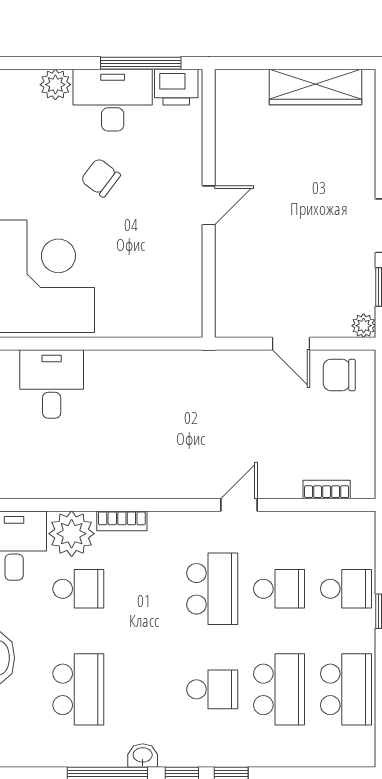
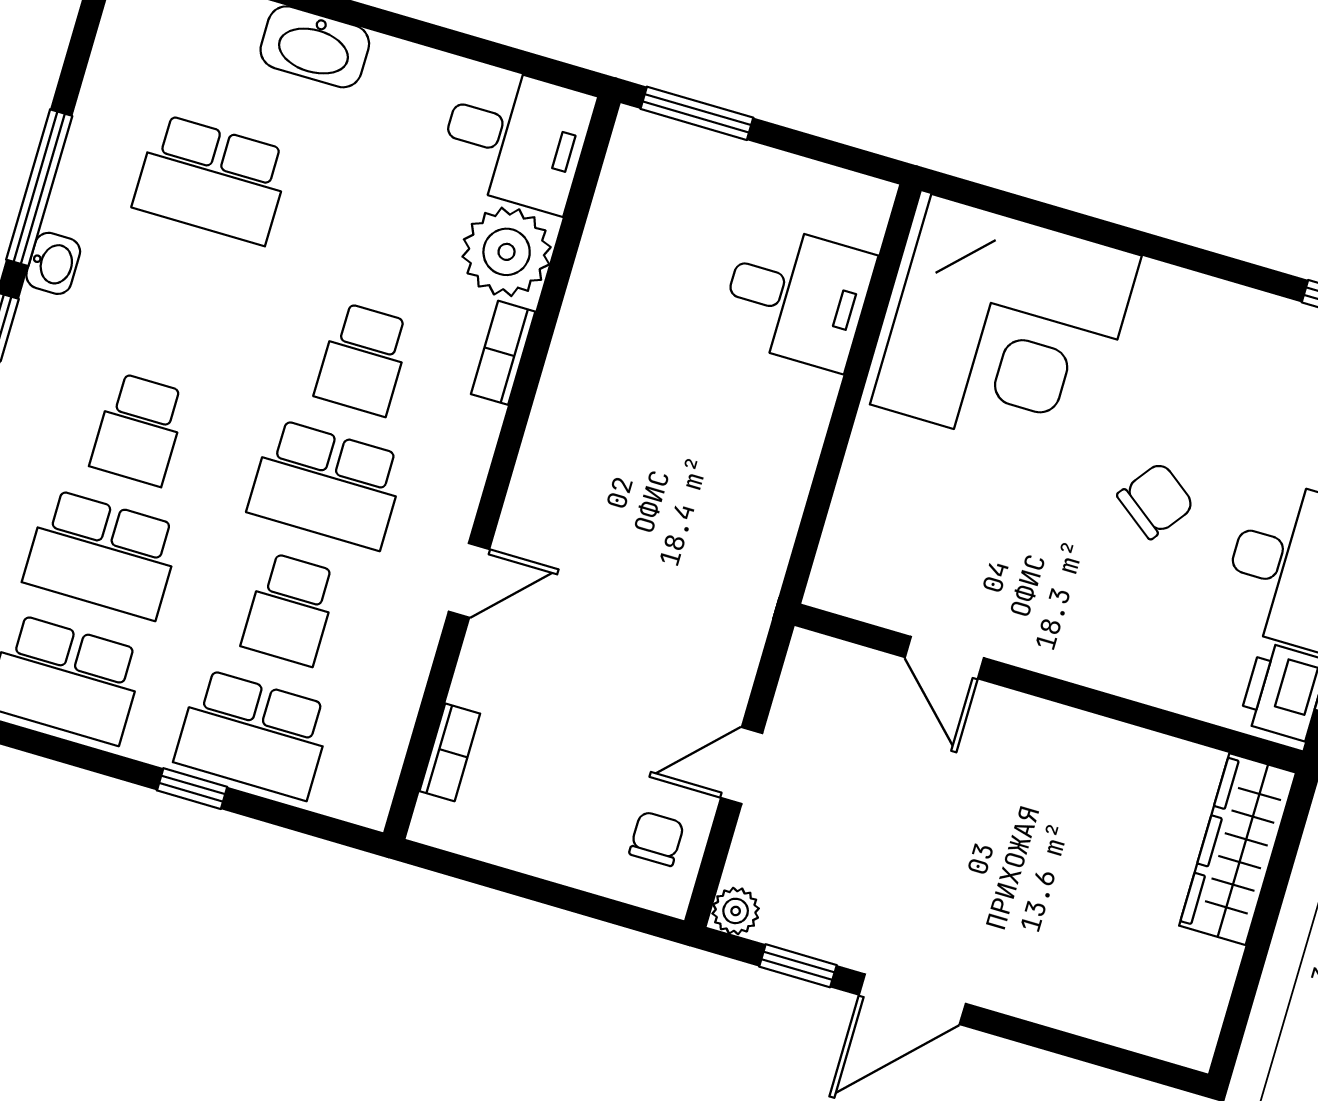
wardrobe: (316, 87) -> (1238, 849), moved
door: (209, 205) -> (944, 658), moved
chair: (339, 375) -> (657, 839), width x0.73, depth x0.73
door: (239, 505) -> (469, 580), hinge flipped
school desk: (78, 589) -> (363, 359), moved
school desk: (346, 589) -> (254, 734), width x1.85

